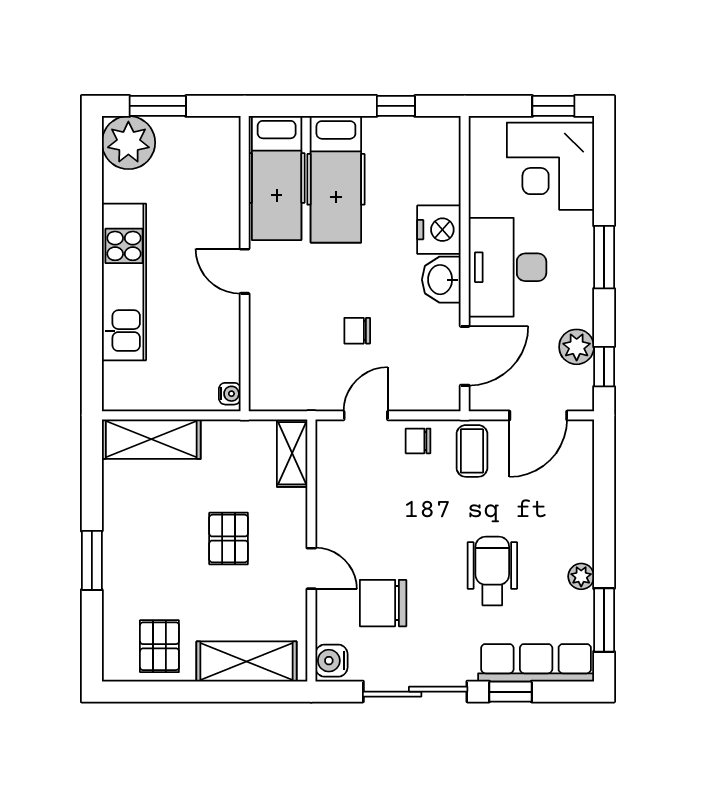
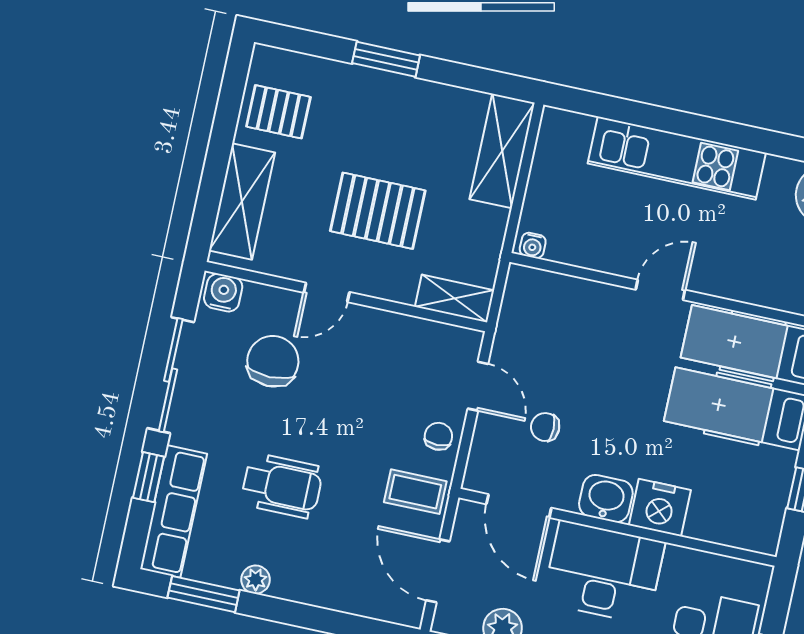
chair: (357, 331) -> (545, 427), moved, turned -90
pallet: (229, 539) -> (378, 211), width x1.50, depth x1.42

